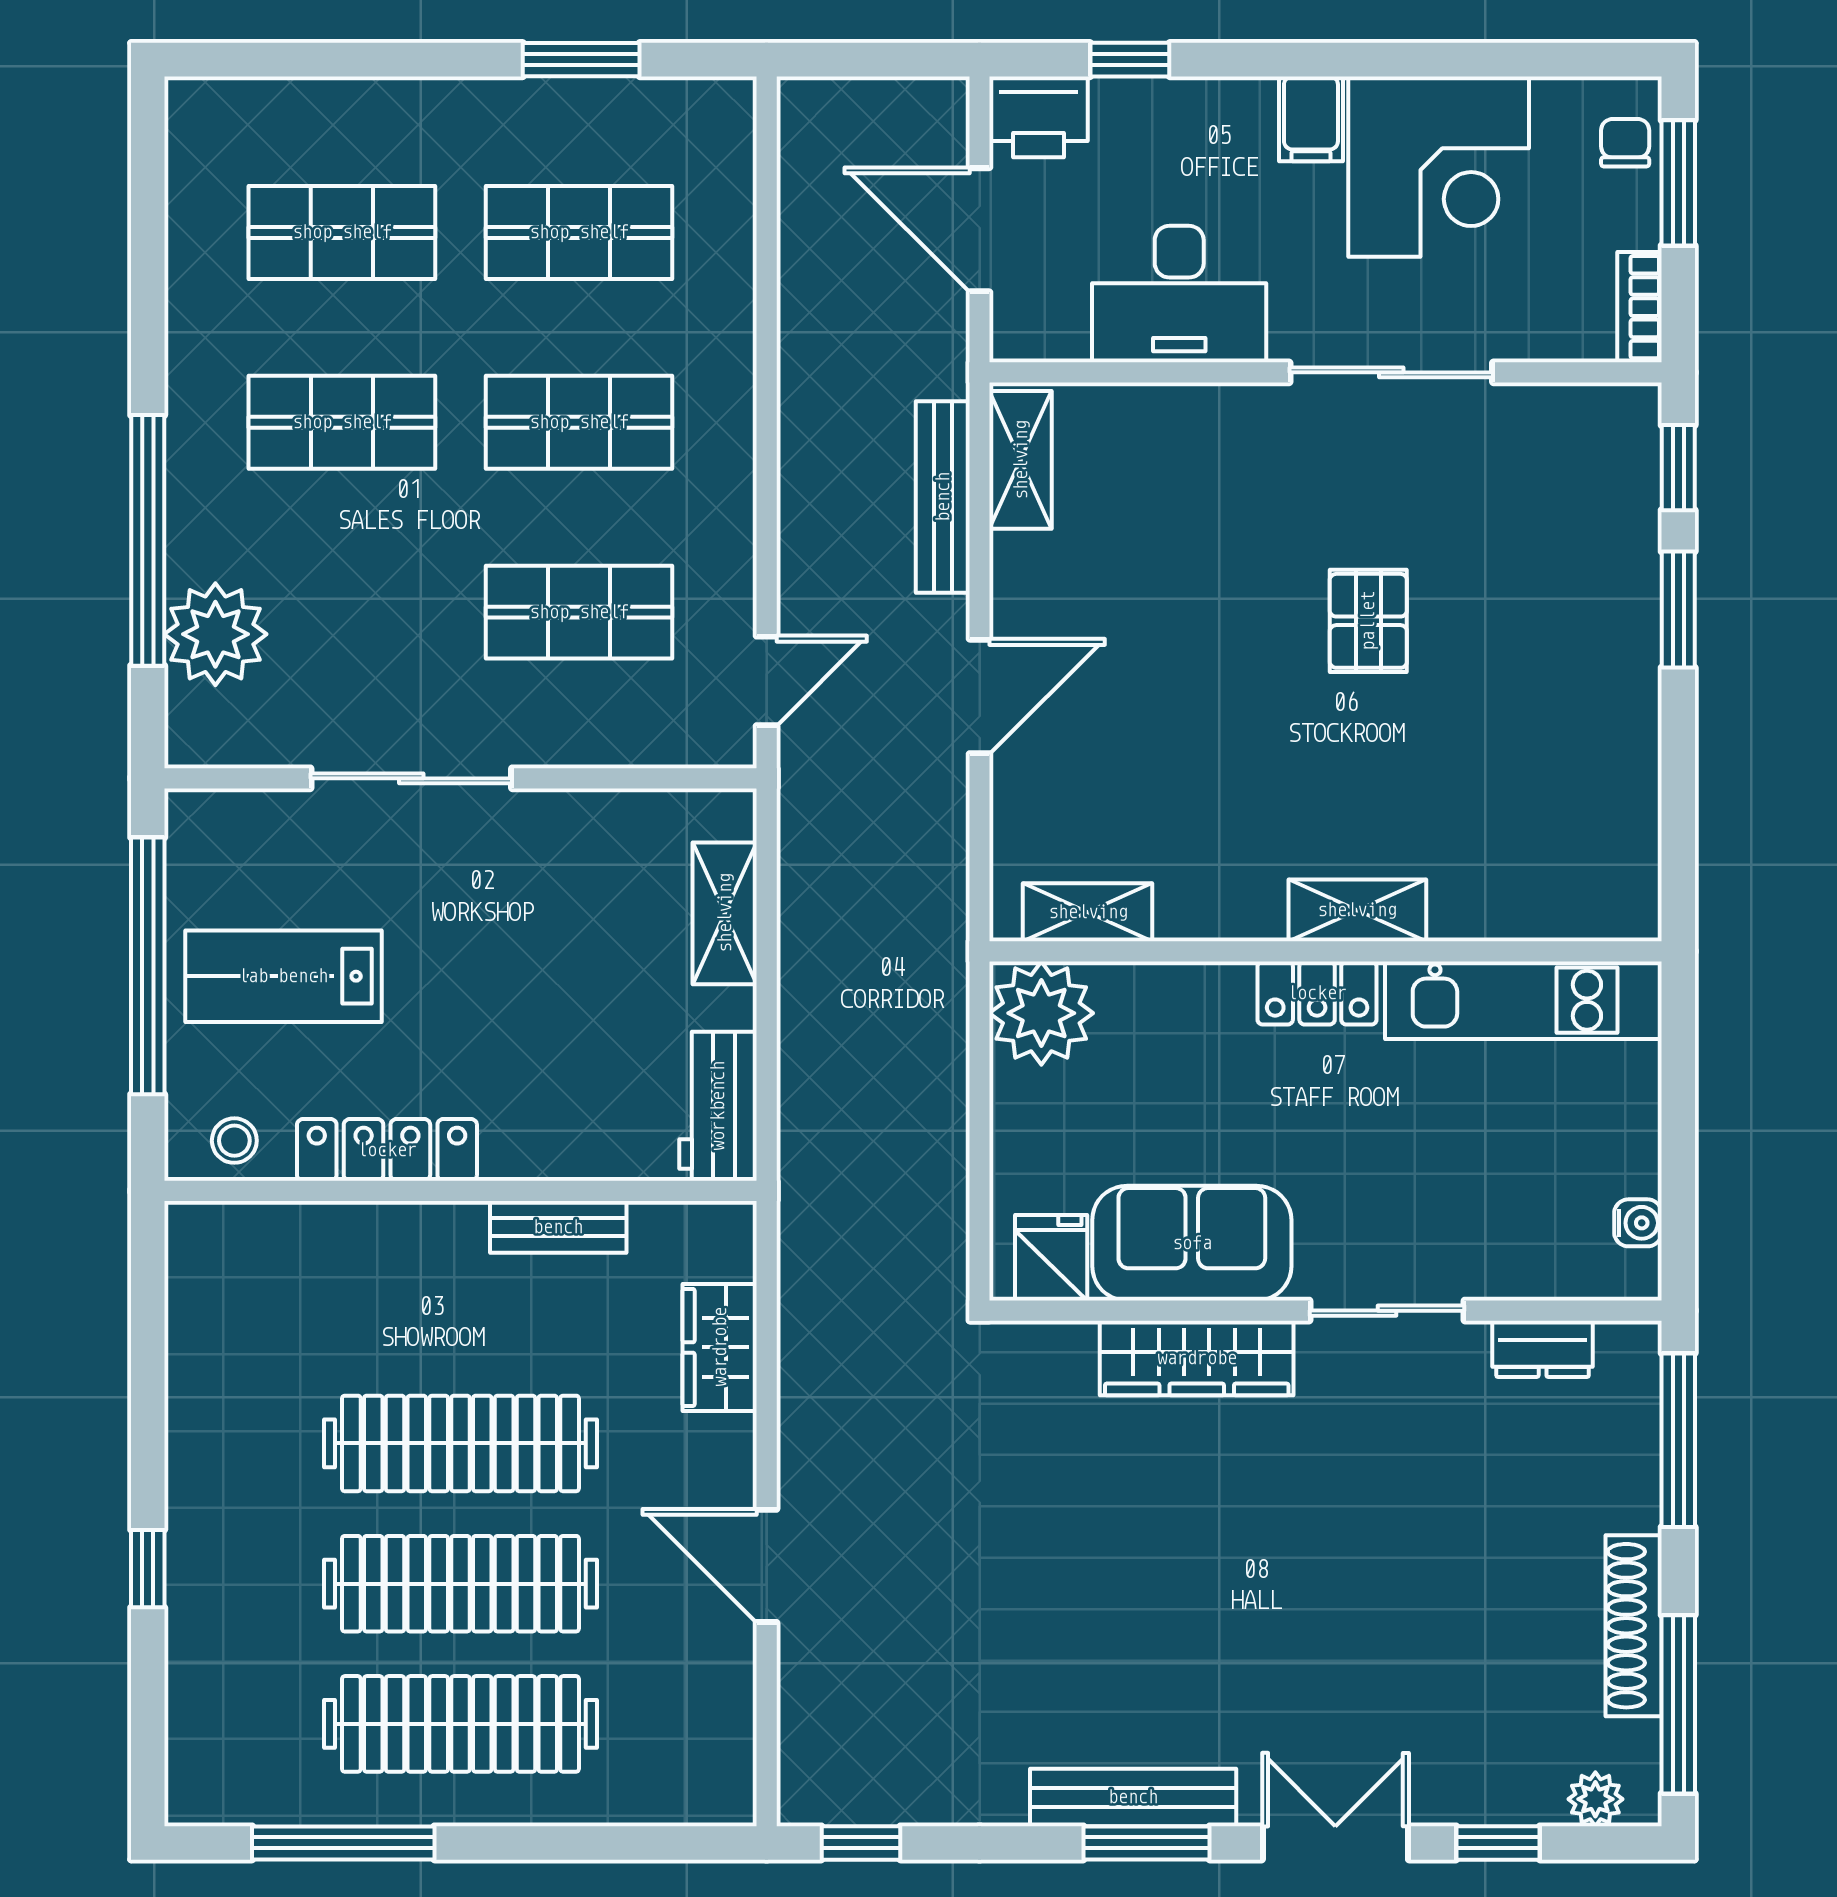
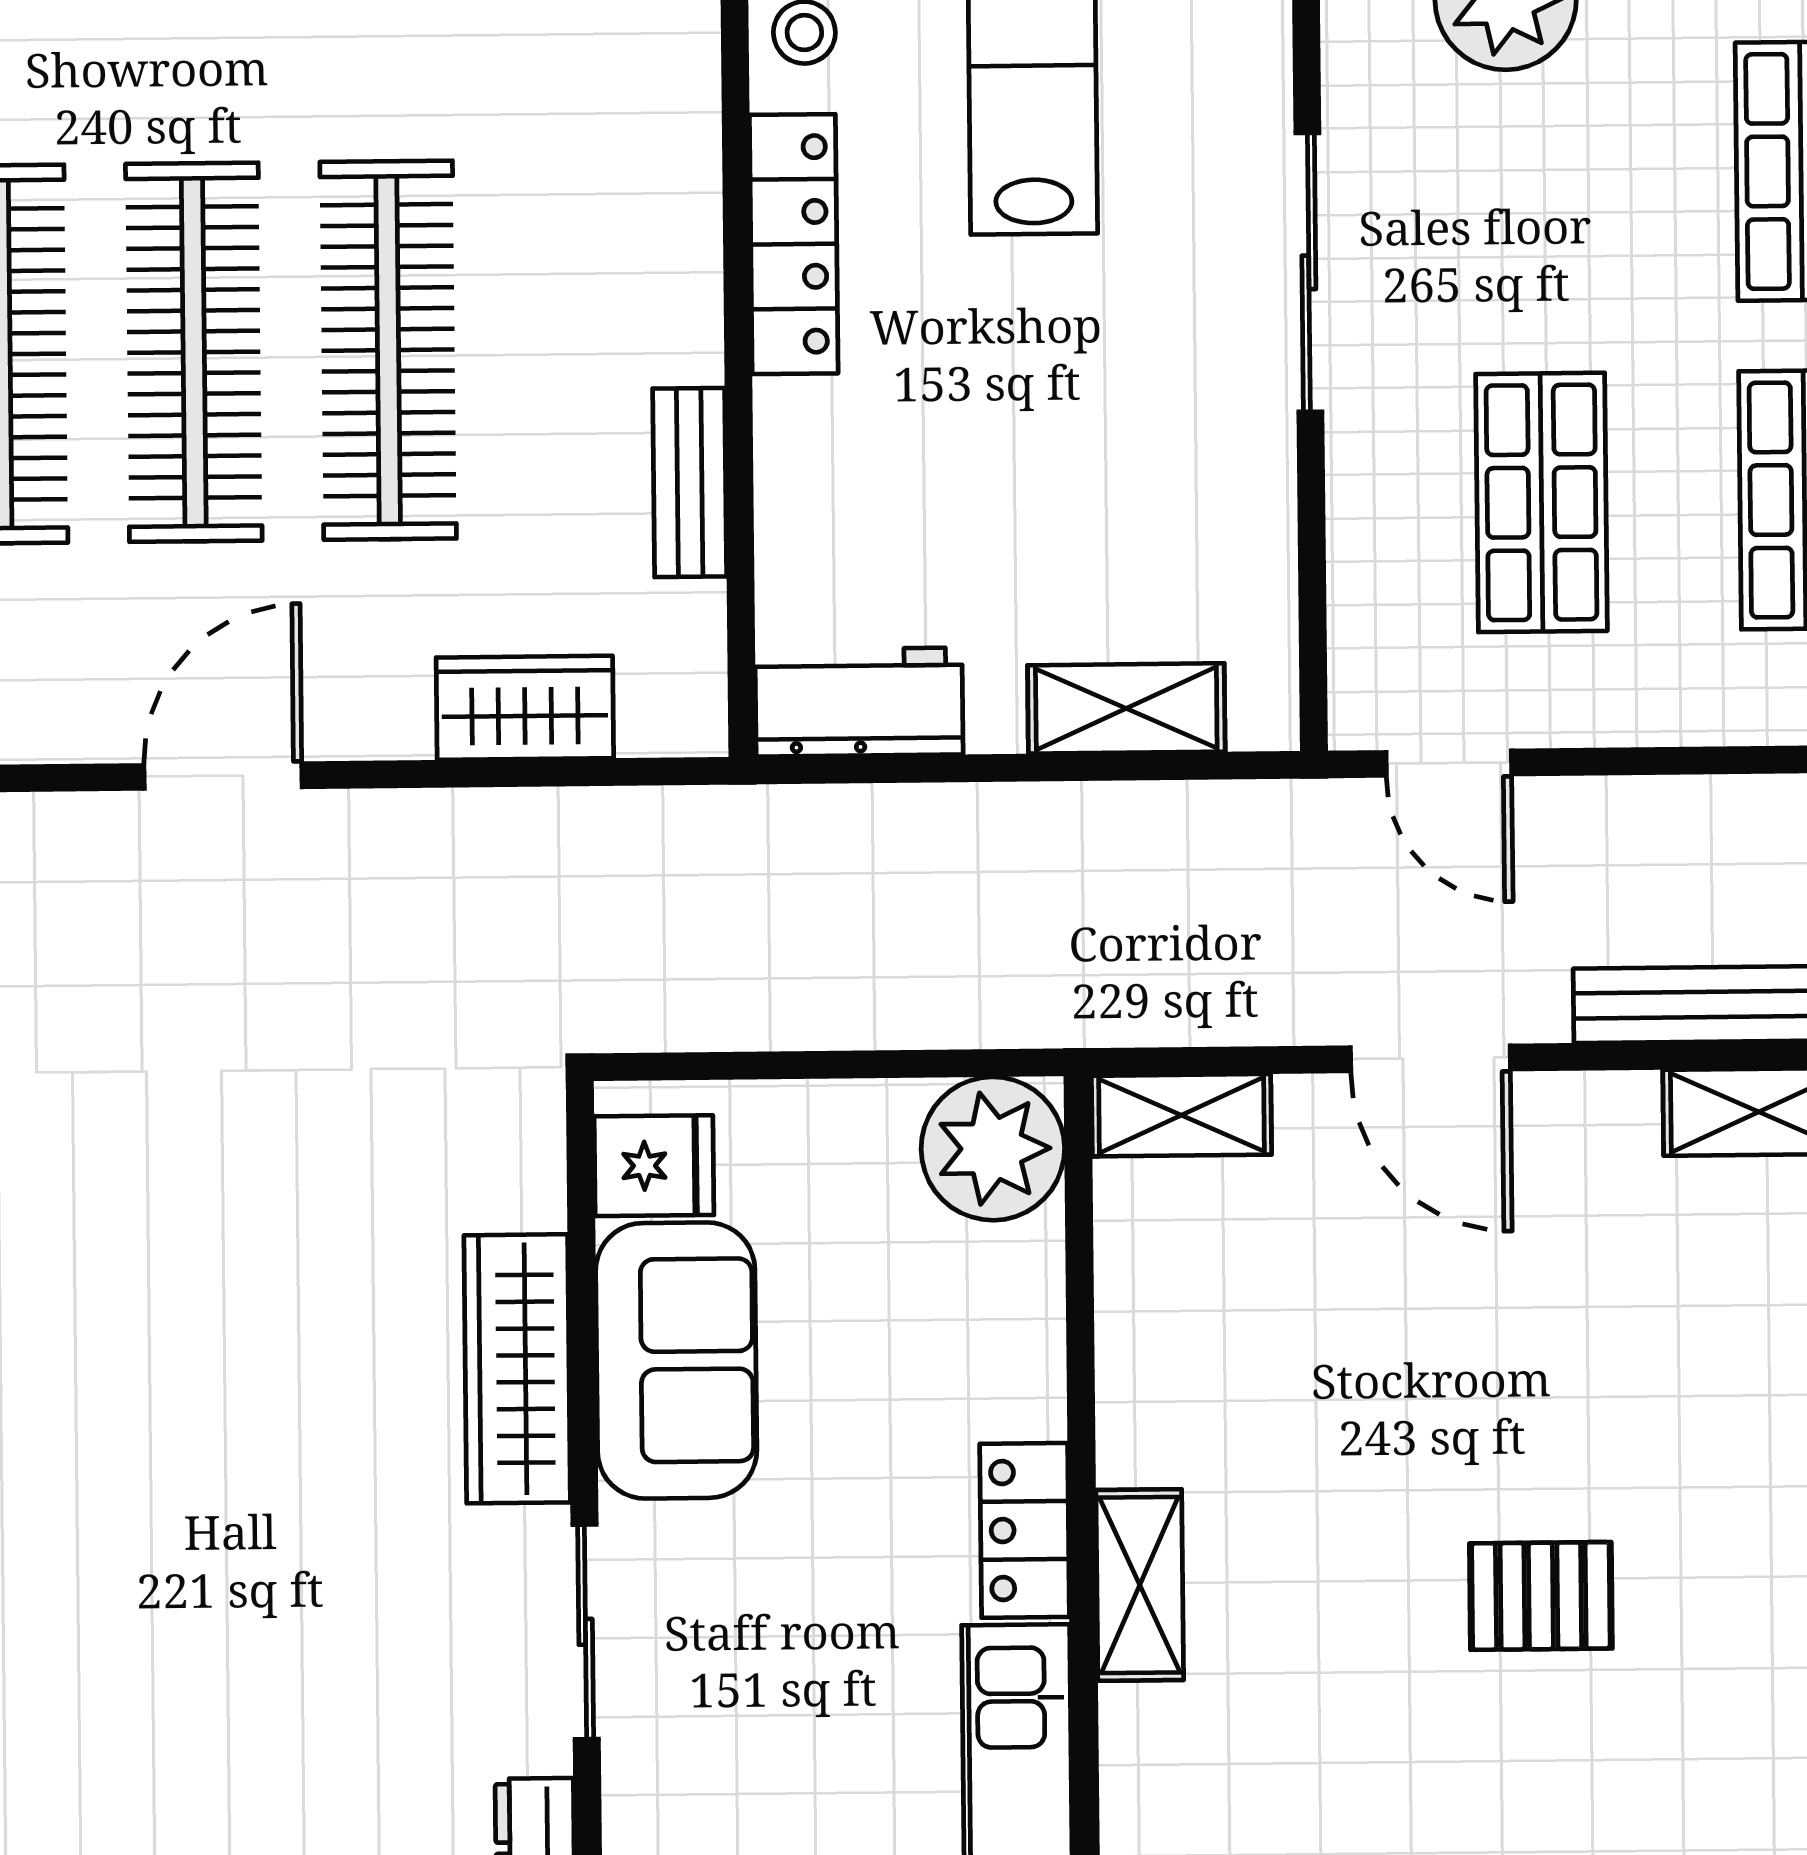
shelving: (1088, 912) -> (1181, 1115), moved, turned 90

